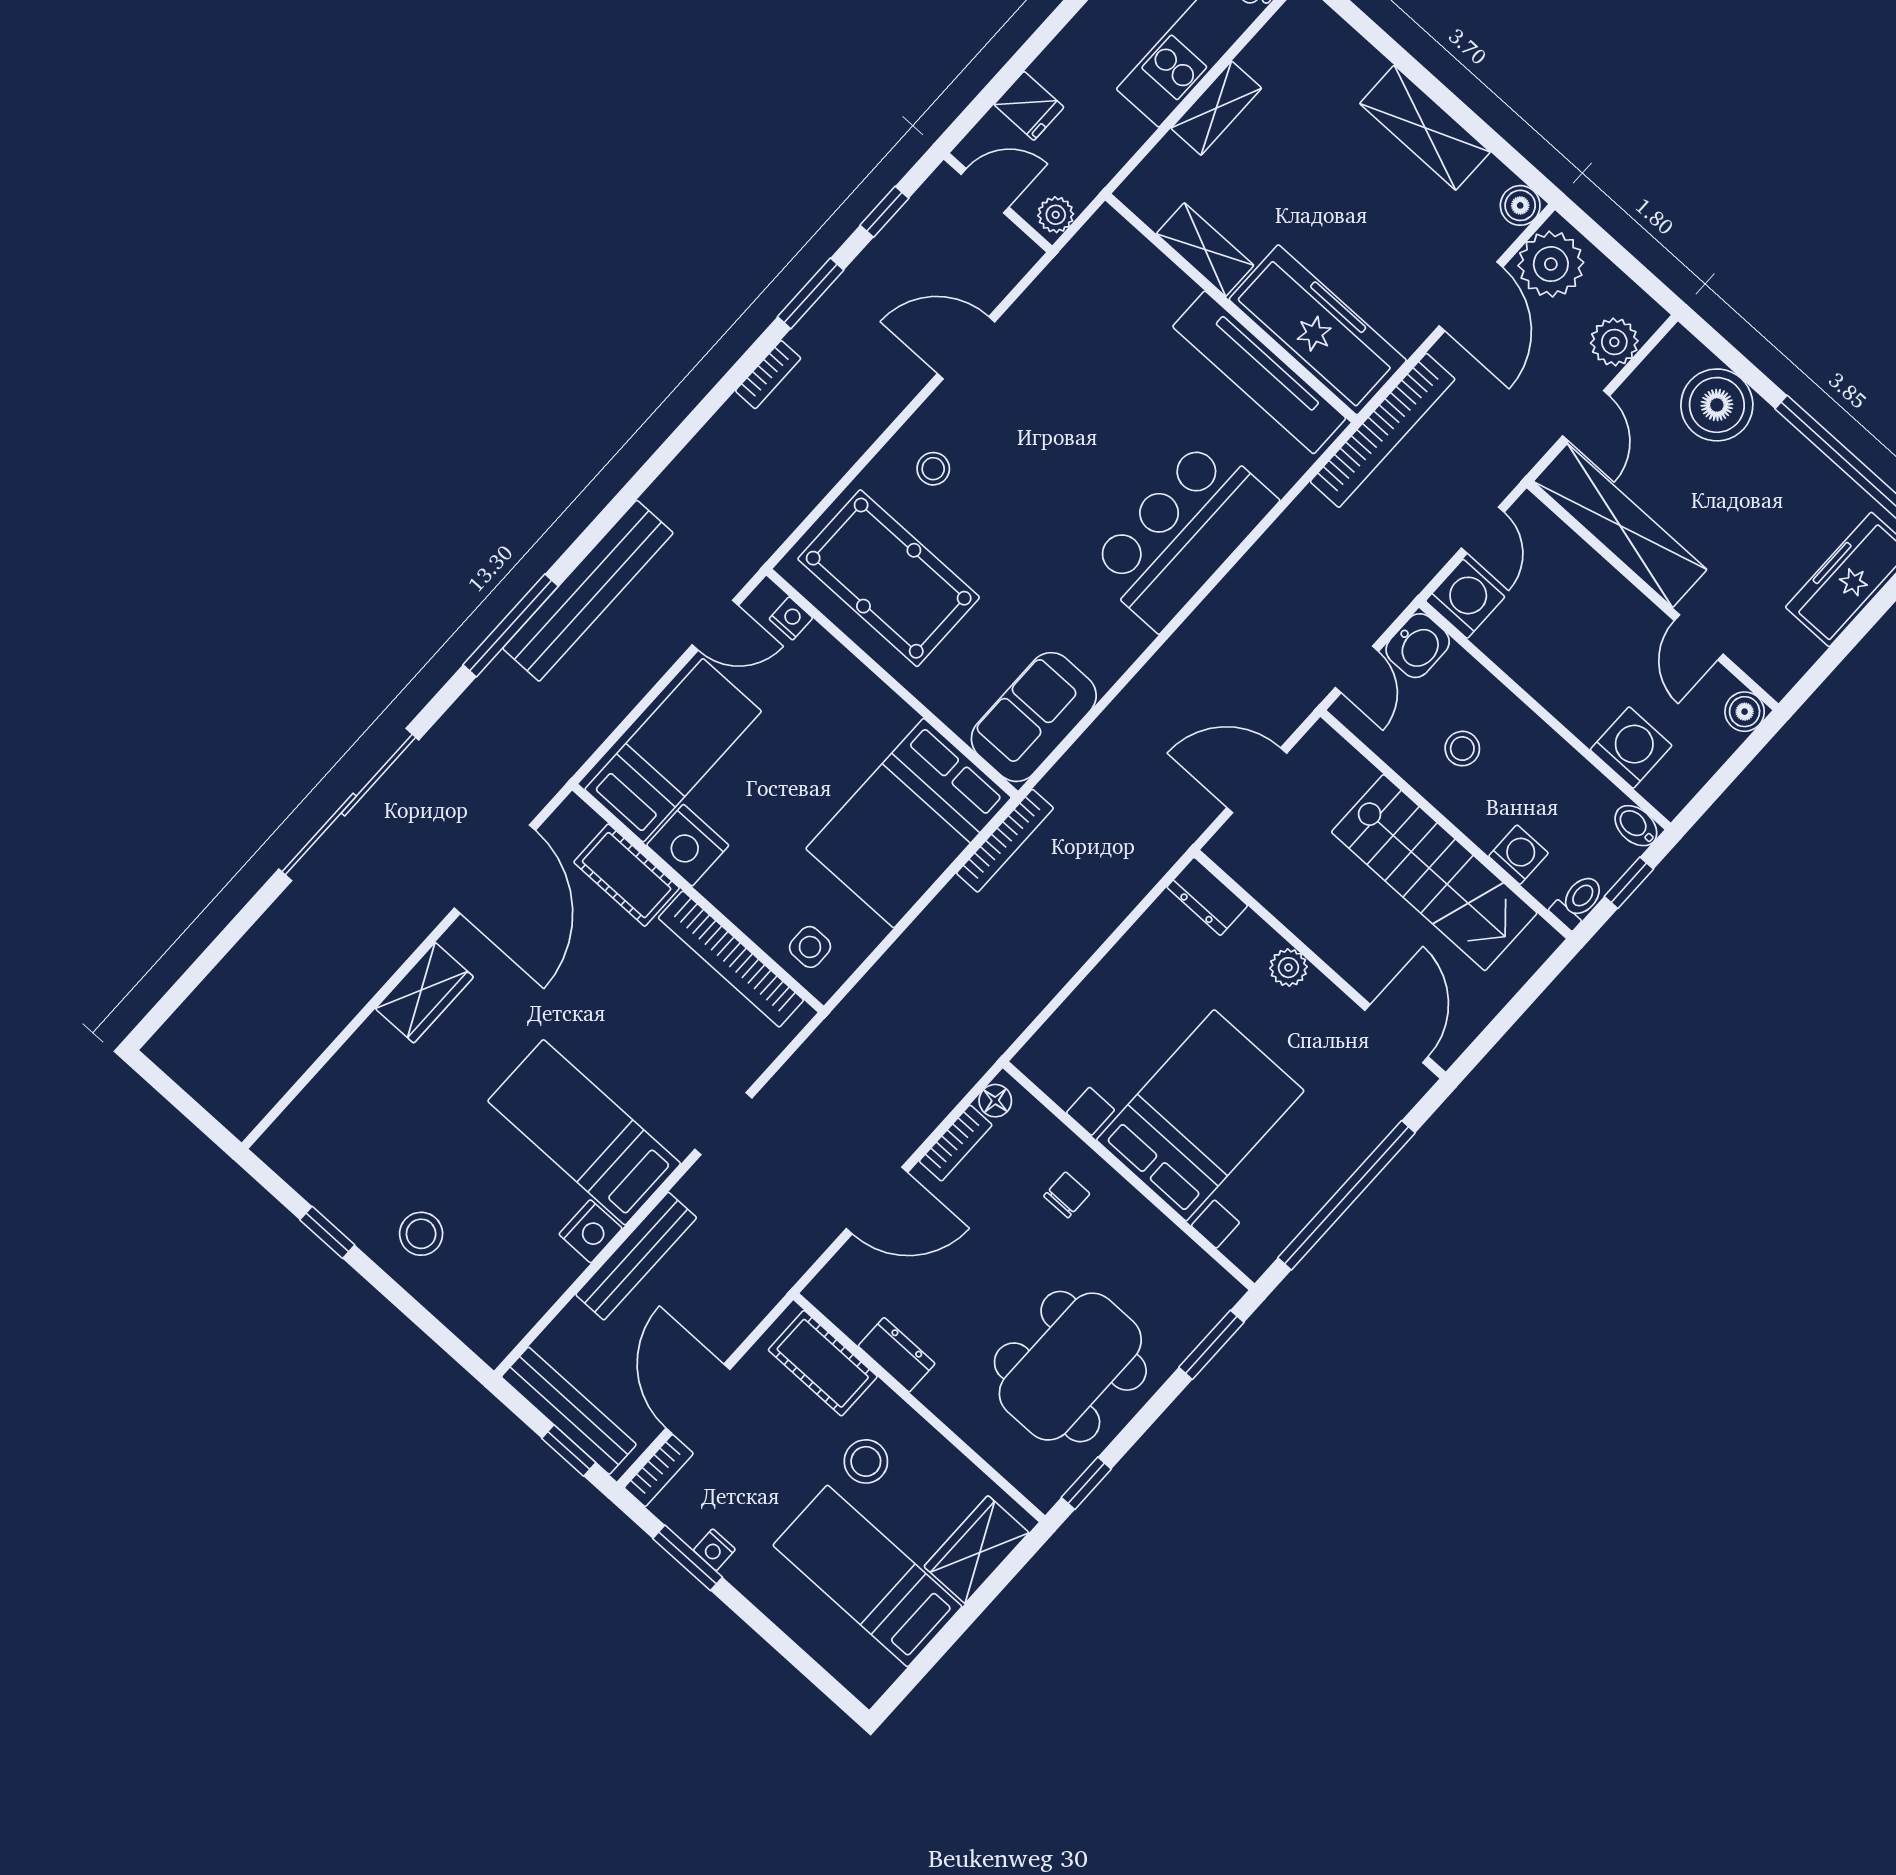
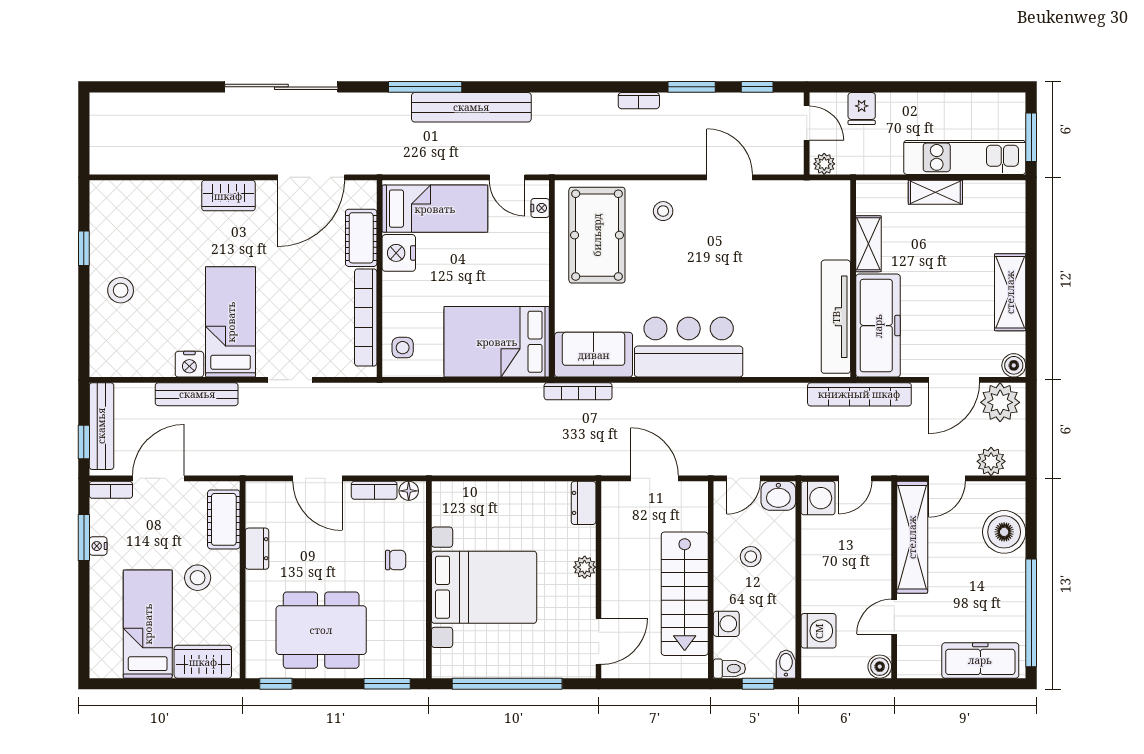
bar counter: (1182, 534) -> (689, 347), moved
bookcase: (1005, 841) -> (578, 391), moved

